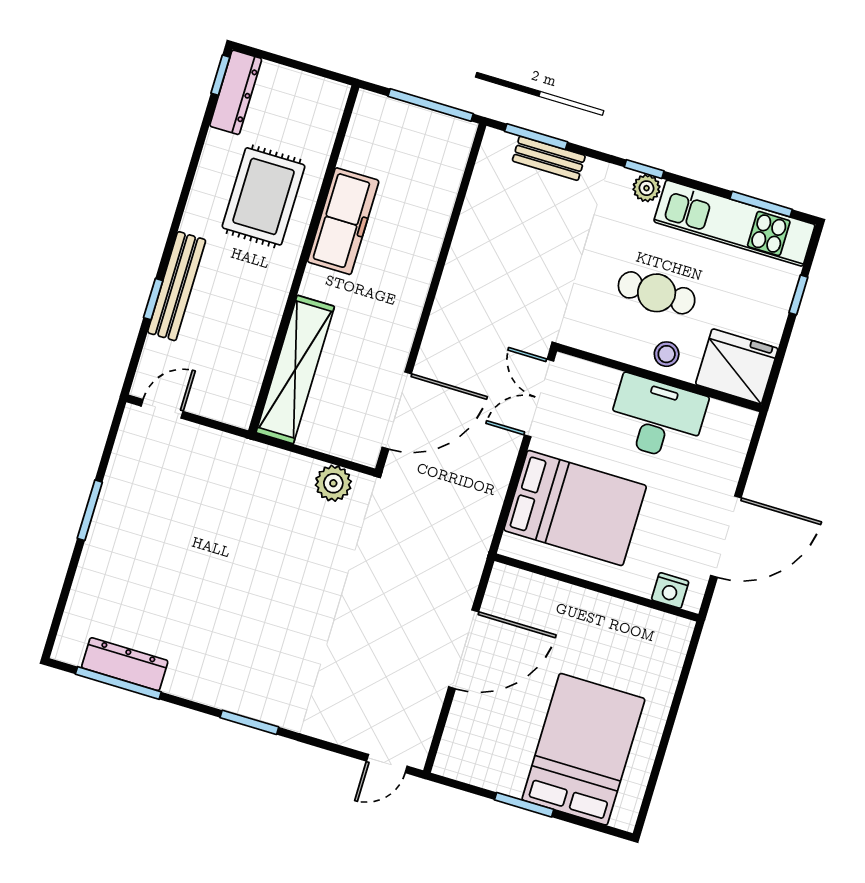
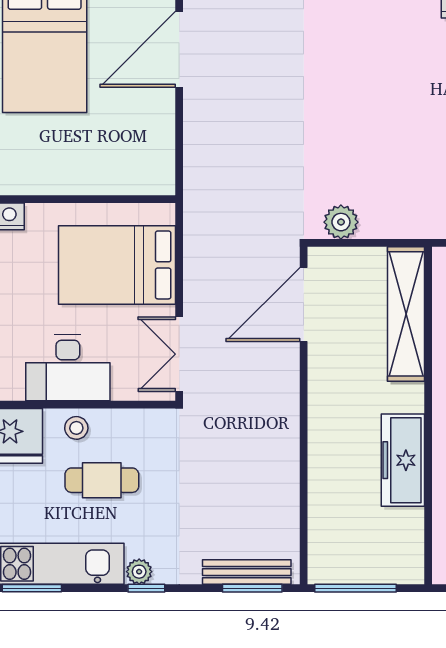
bench: (549, 158) -> (247, 572), width x1.36
double door: (539, 398) -> (179, 354), swing flipped
door: (464, 649) -> (179, 49), moved

